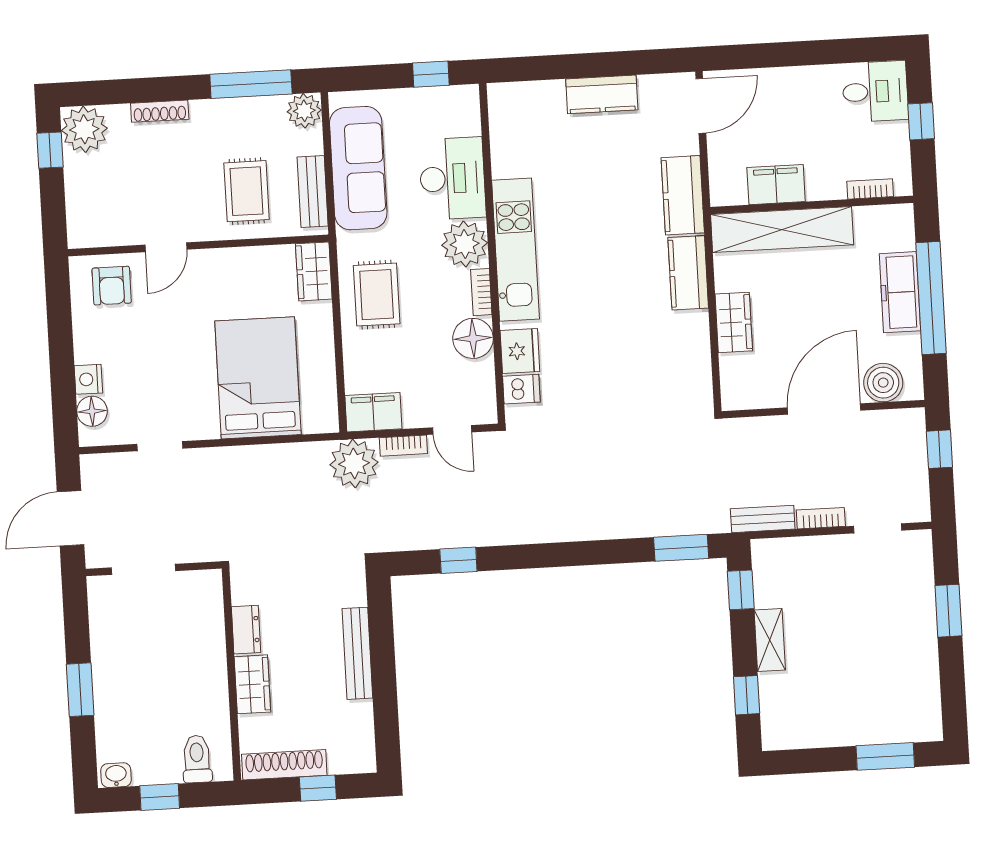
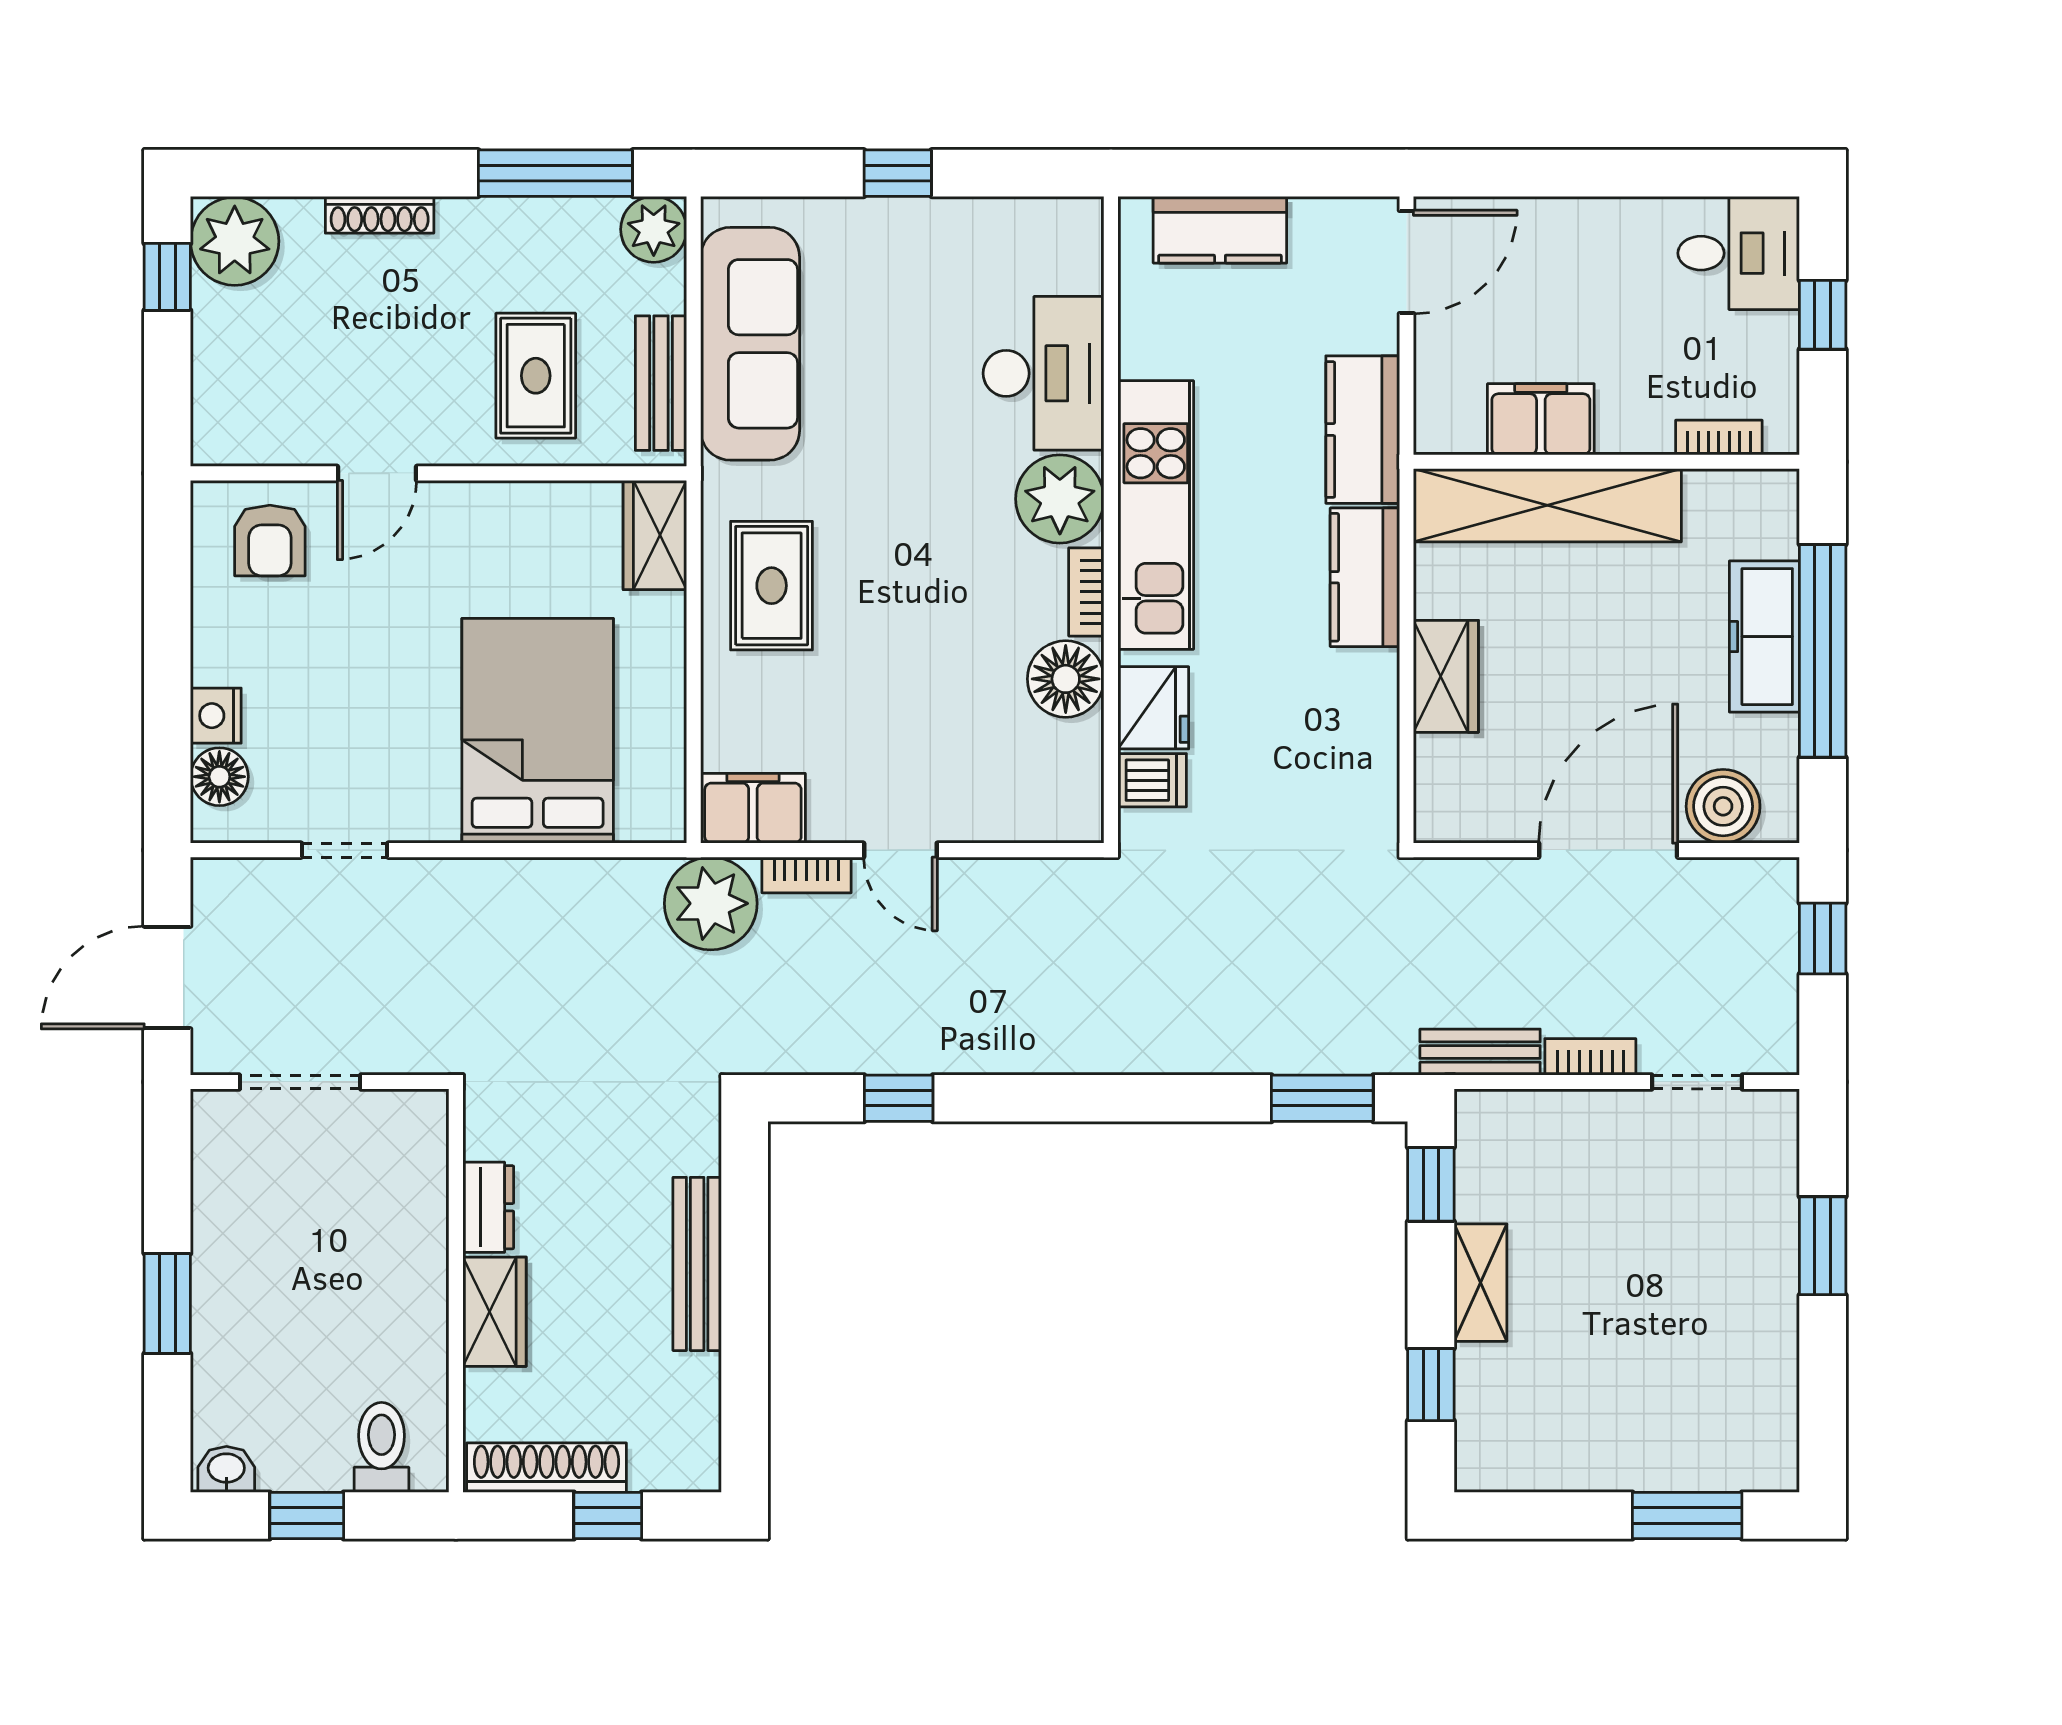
desk: (452, 178) -> (1044, 373), moved
plant: (465, 244) -> (1060, 499), moved
kitchen unit: (516, 250) -> (1156, 515), moved
wall: (492, 253) -> (1111, 520), moved
bookcase: (481, 292) -> (1086, 592), moved
floor lamp: (473, 338) -> (1066, 679), moved
fridge: (520, 351) -> (1153, 708), moved
dishwasher: (521, 389) -> (1152, 780), moved

